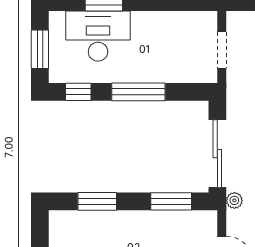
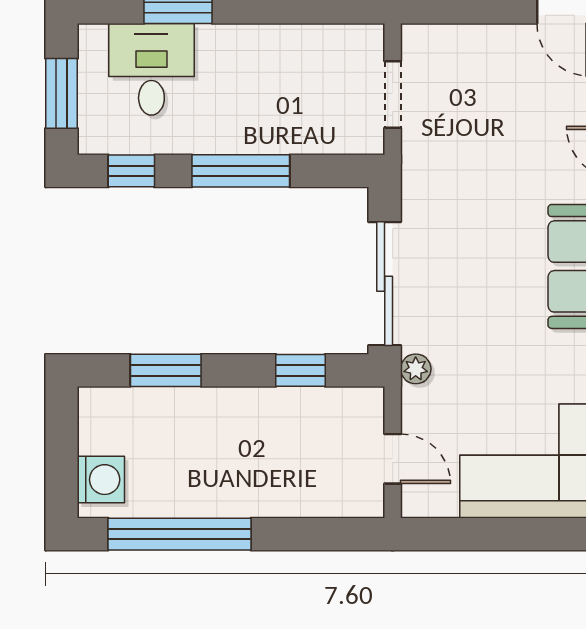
desk: (98, 36) -> (151, 69), width x0.73
window: (171, 201) -> (301, 370), width x0.67

